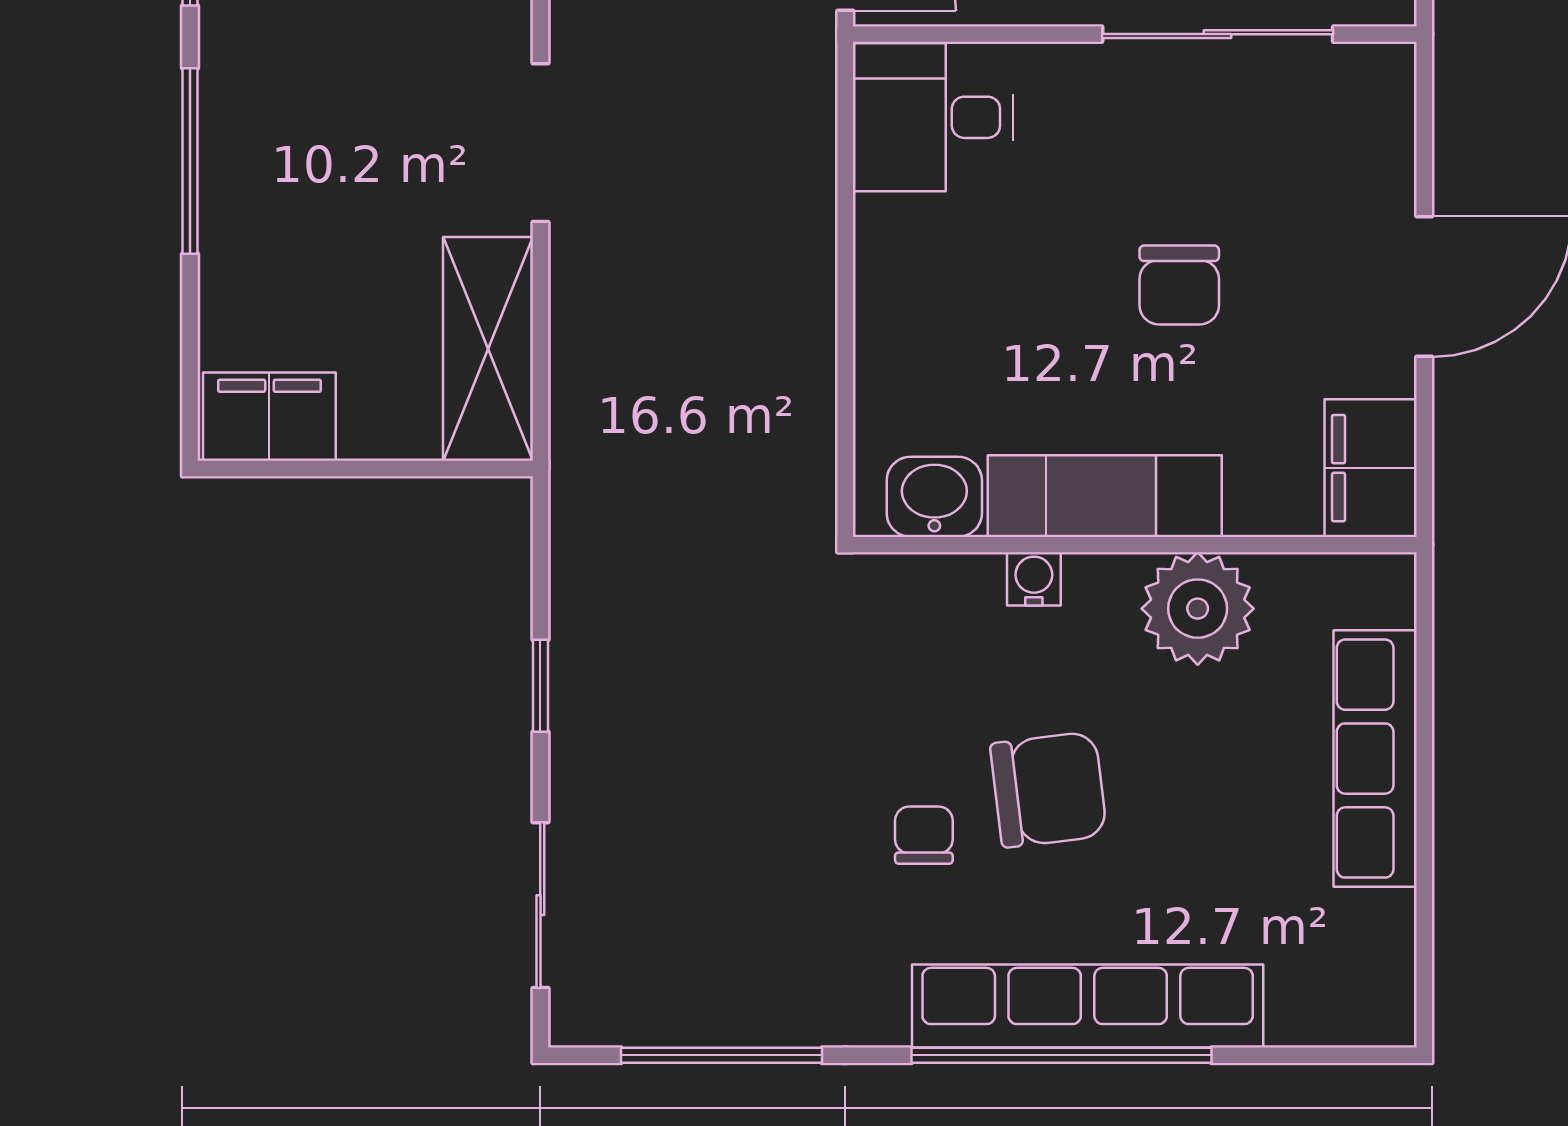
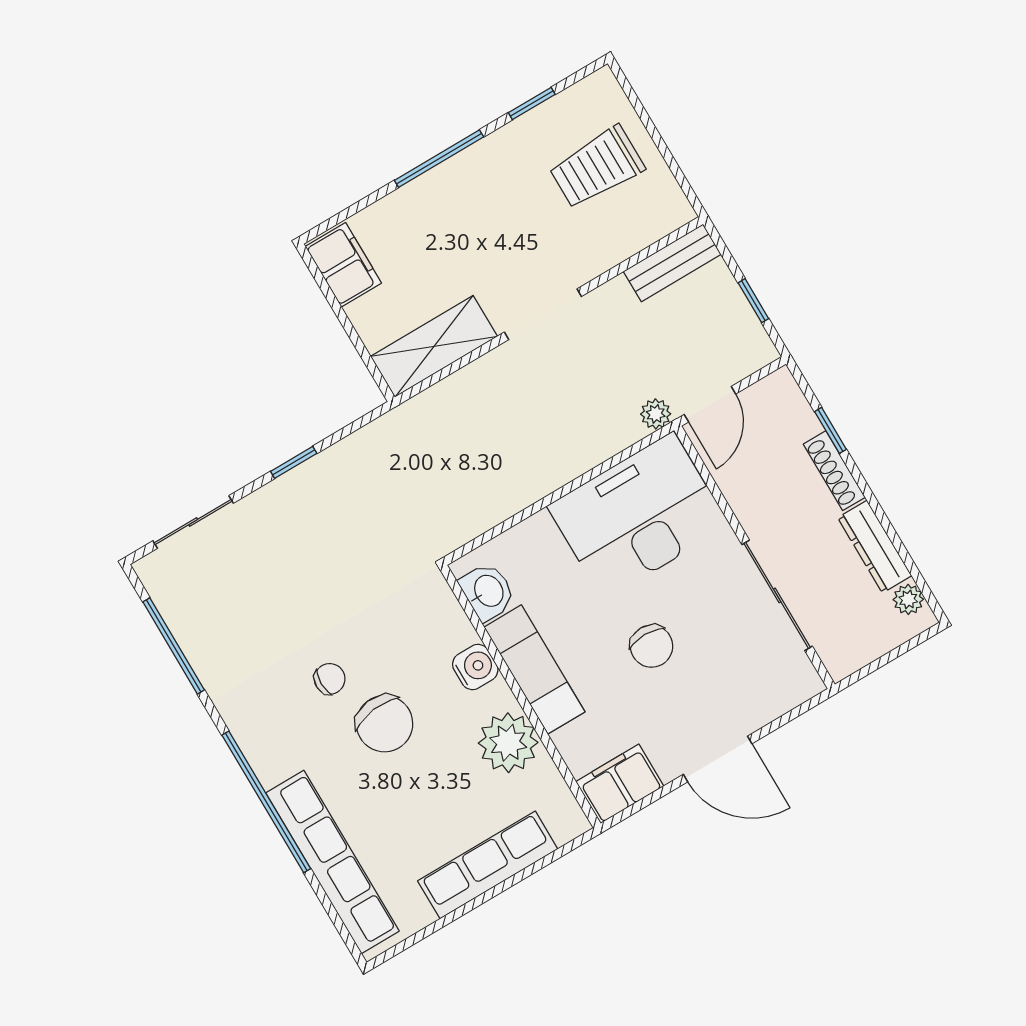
plant: (809, 56) -> (656, 414), added
desk: (933, 117) -> (638, 516), width x1.87, depth x1.30
chair: (1179, 285) -> (652, 646), turned -90
water cooler: (1034, 579) -> (475, 667), width x1.38, depth x1.38
row of seats: (1088, 1006) -> (332, 862), moved

